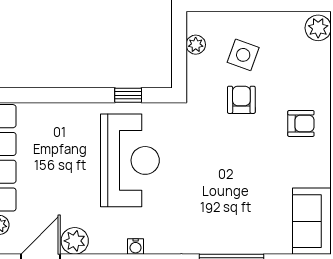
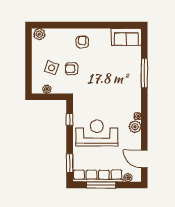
window: (31, 95) -> (70, 163), added
reception desk: (130, 160) -> (97, 133), moved
plant: (75, 241) -> (135, 127), moved

